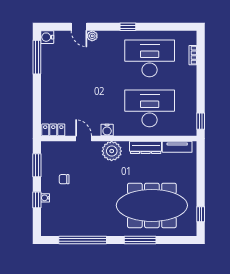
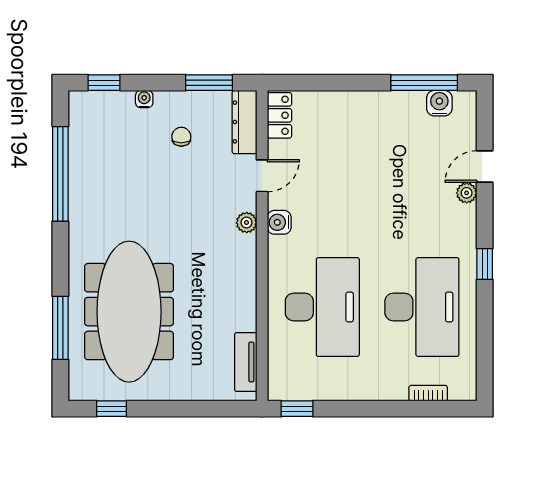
water cooler: (47, 37) -> (439, 103), moved
dresser: (146, 147) -> (245, 122), moved
plant: (112, 151) -> (247, 223), width x0.53, depth x0.53
window: (37, 200) -> (104, 83), moved
window: (140, 240) -> (60, 328), moved

